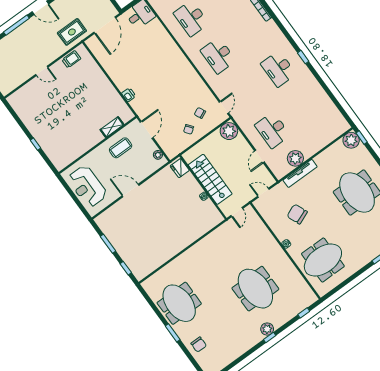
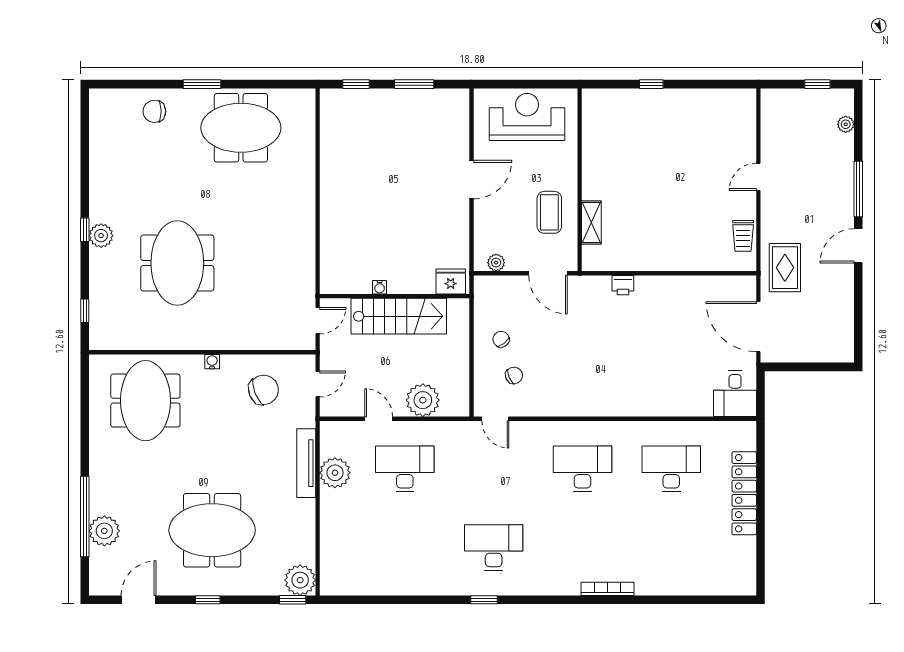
plant: (229, 131) -> (423, 400), moved
door: (237, 212) -> (318, 321), swing flipped
chair: (297, 214) -> (264, 390), moved
meeting table: (255, 289) -> (177, 263), turned 90

